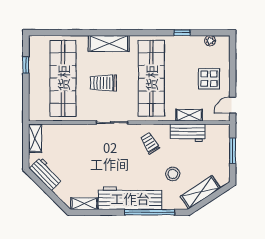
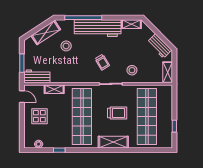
door: (233, 105) -> (22, 97), hinge flipped
workbench: (188, 133) -> (37, 76), moved
stool: (83, 141) -> (132, 70), added
trolley: (150, 143) -> (102, 62), moved

